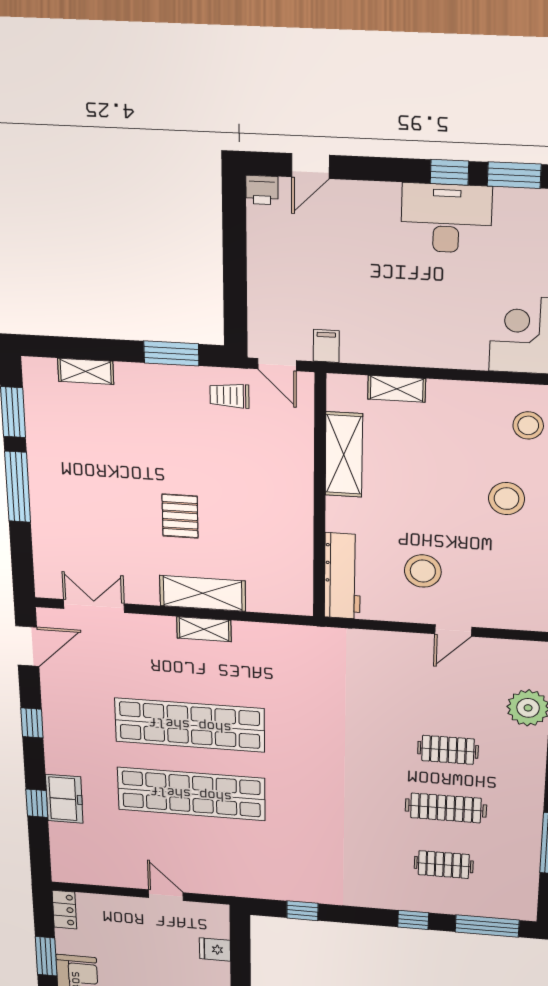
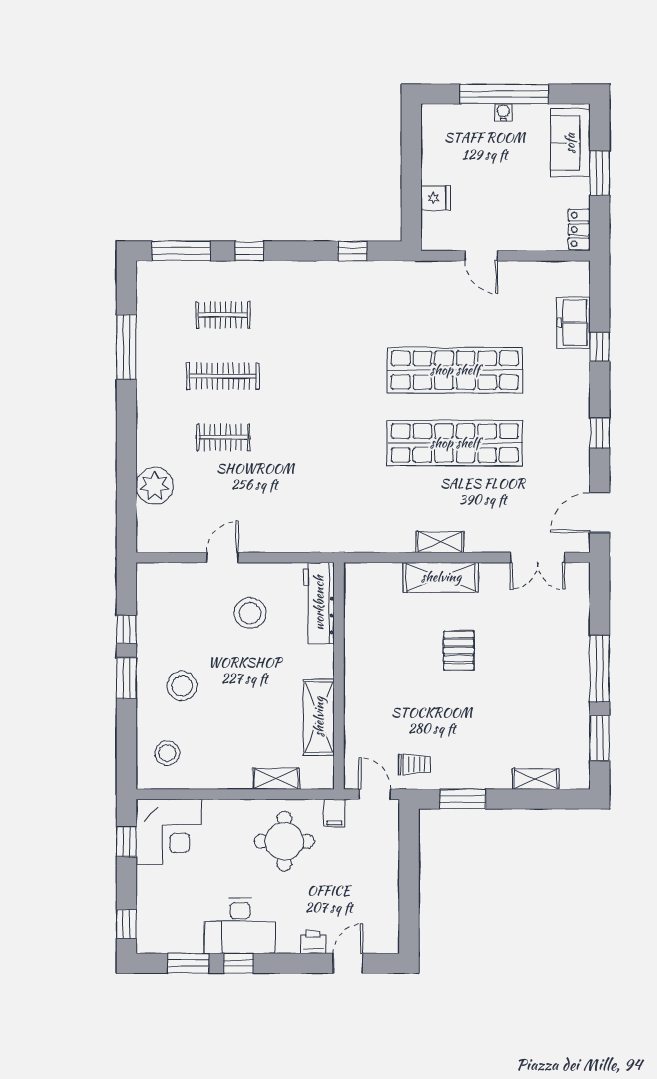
printer: (262, 190) -> (313, 942), moved
round table: (388, 317) -> (284, 841), added
freezer: (64, 799) -> (574, 323), moved

